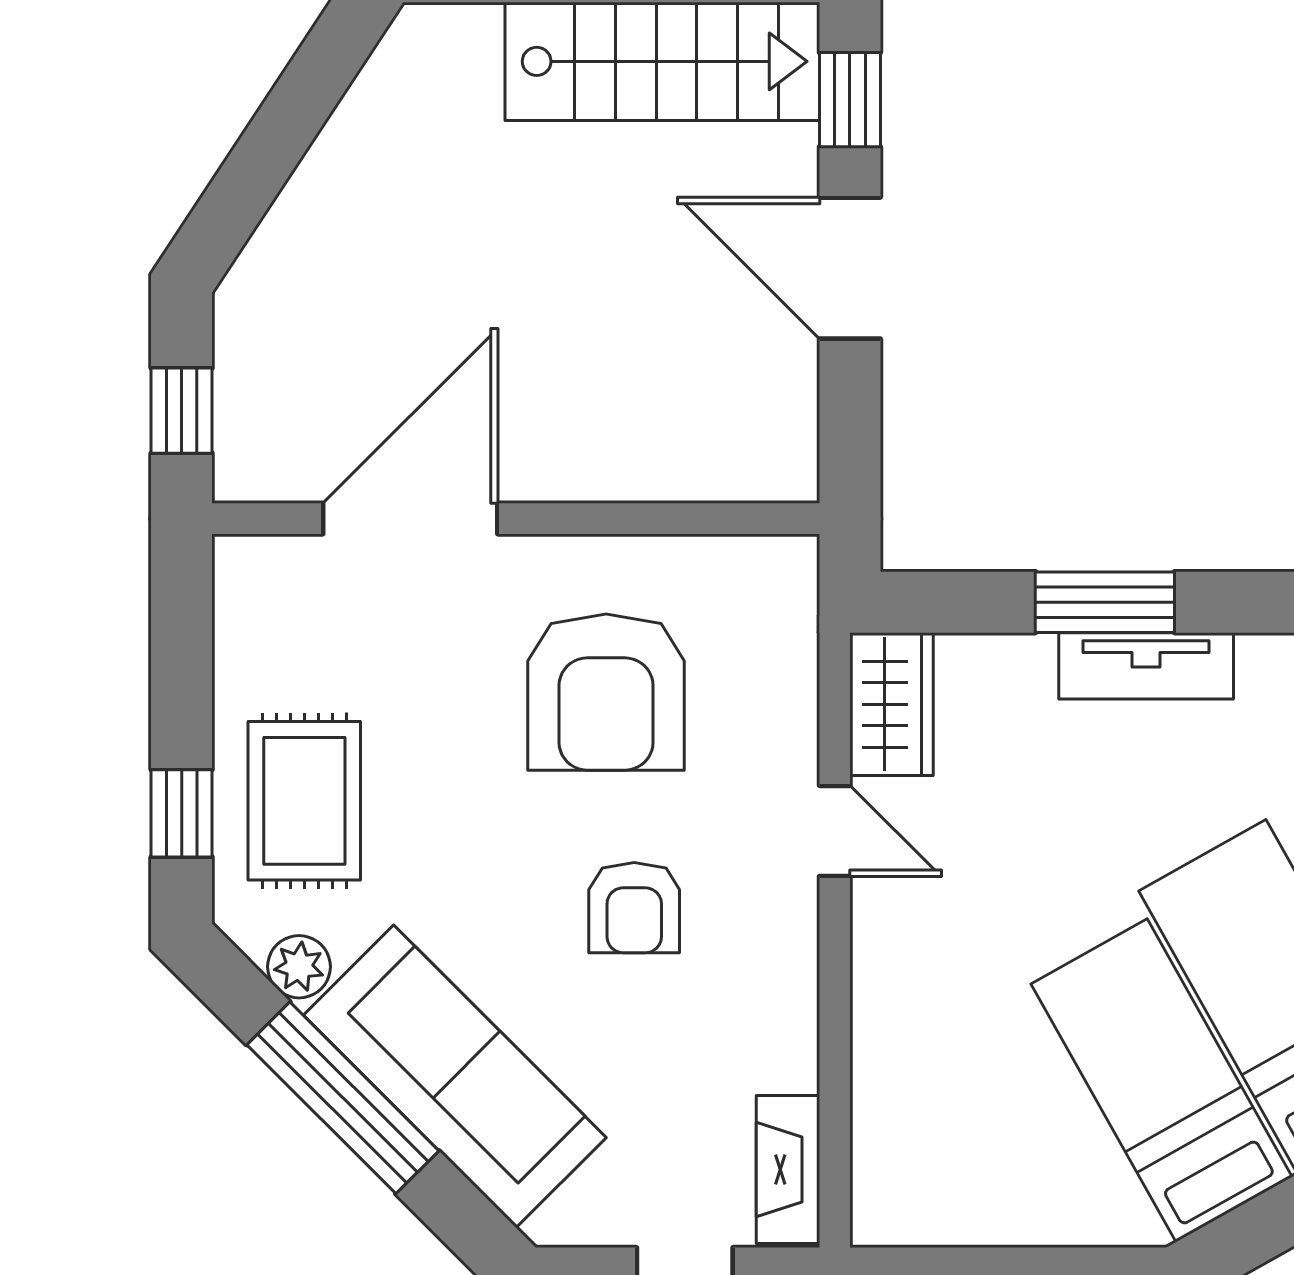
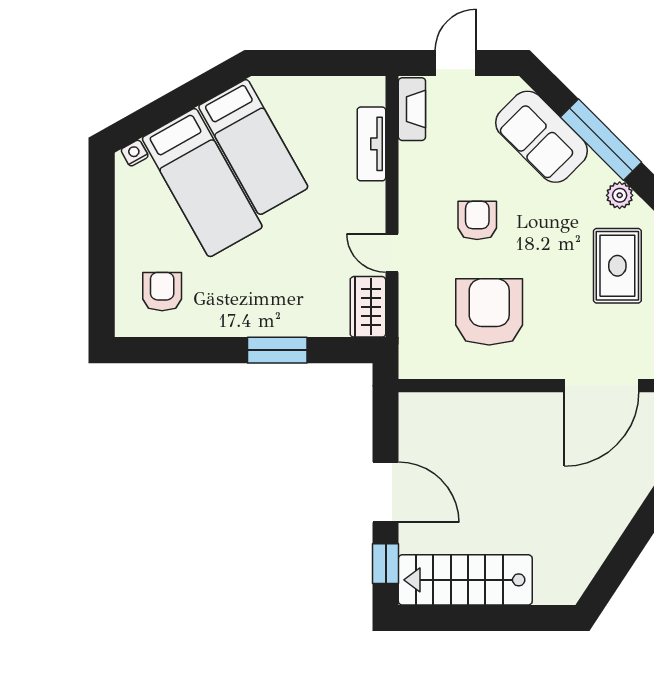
door: (410, 519) -> (601, 386), moved
tv unit: (1146, 666) -> (371, 144), moved, turned -90
sofa: (455, 1076) -> (541, 137), width x0.73

